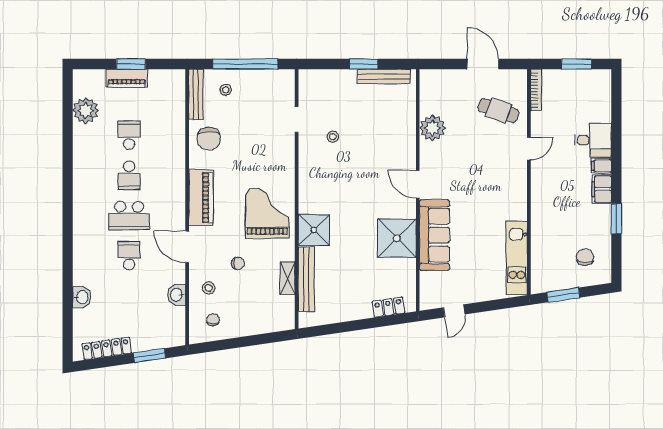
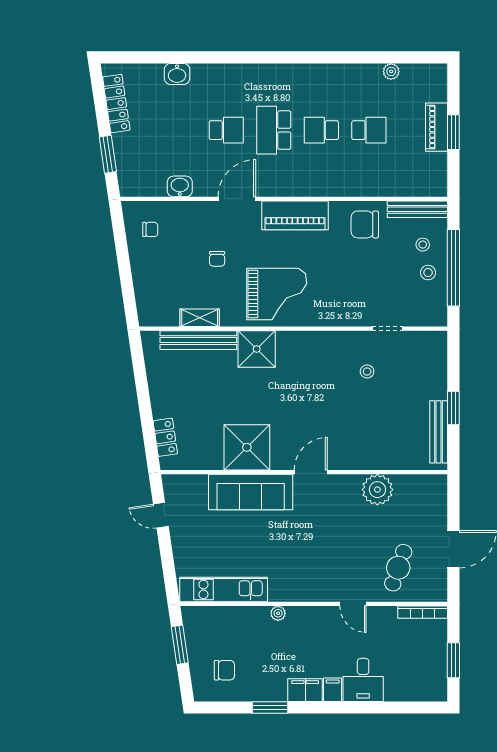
plant: (86, 110) -> (391, 72), width x0.53, depth x0.53
plant: (537, 212) -> (278, 613), added
stool: (209, 288) -> (428, 273), moved

